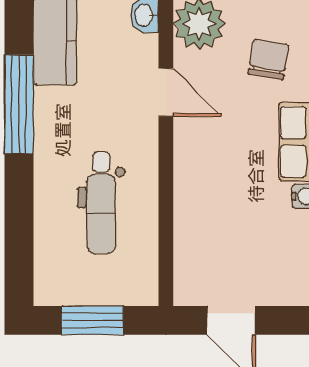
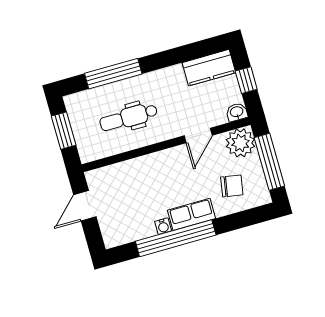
window: (19, 104) -> (113, 74), moved

